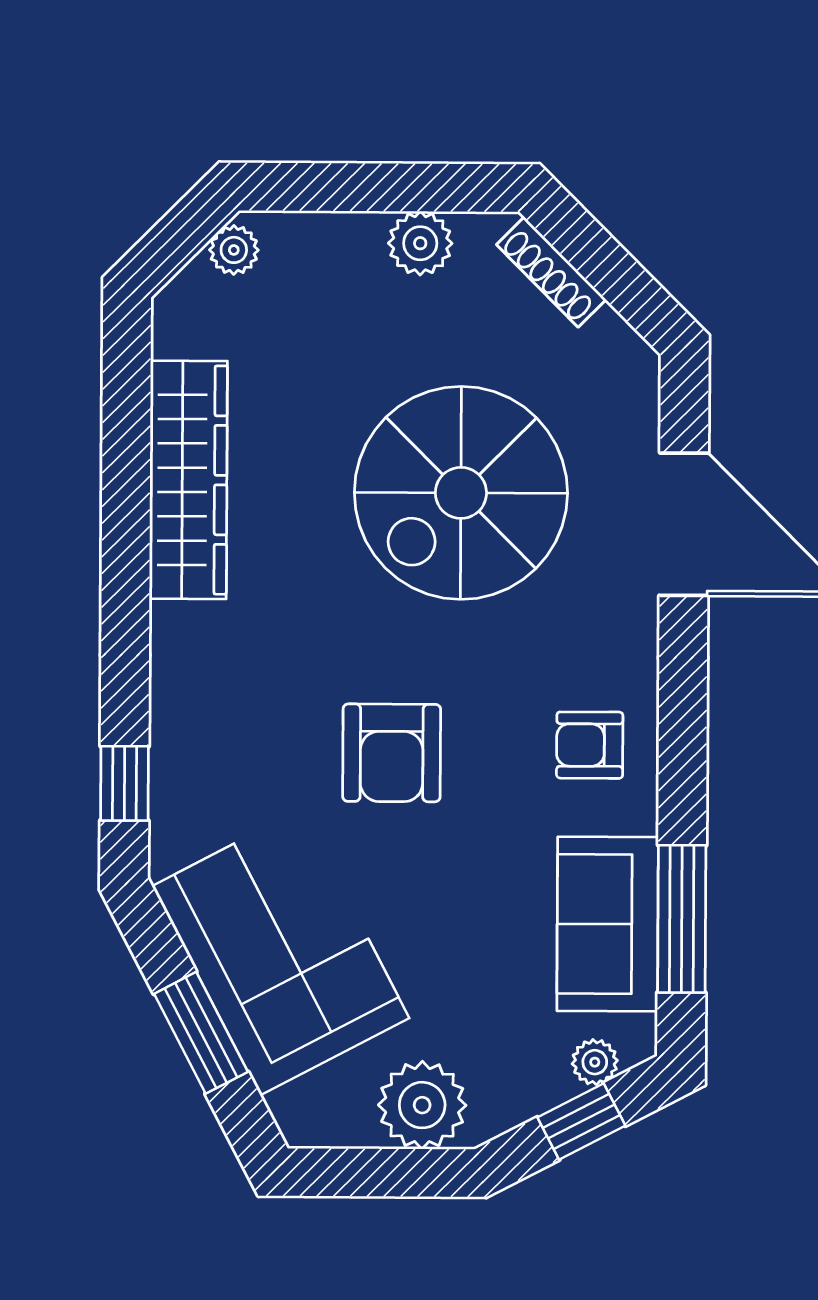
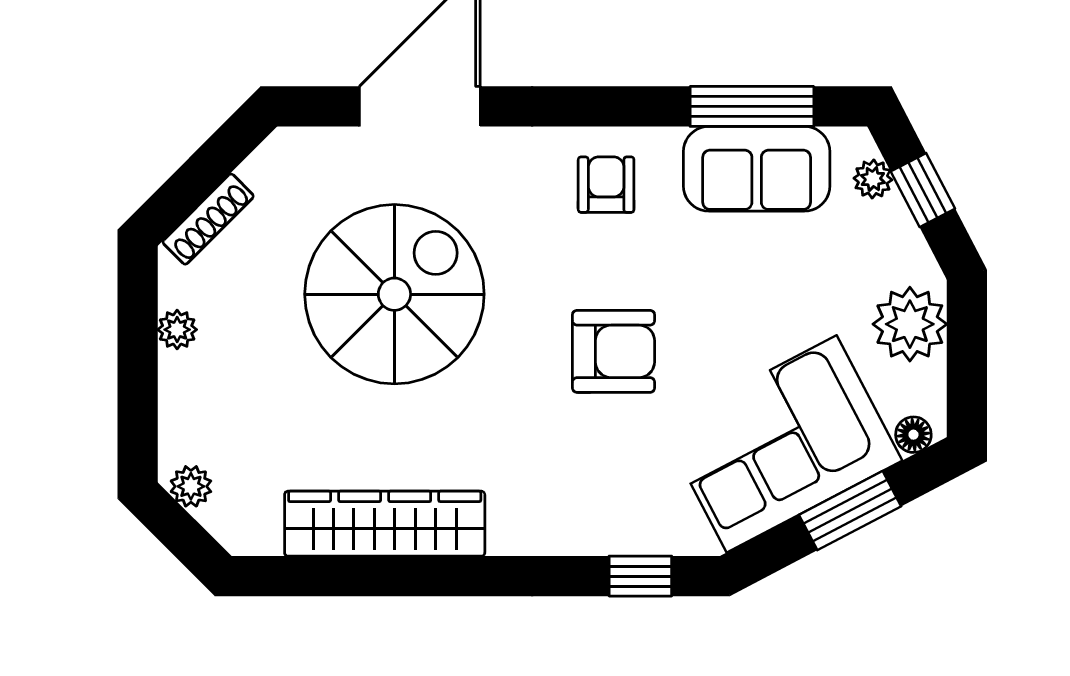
plant: (420, 243) -> (177, 330), width x0.73, depth x0.73
spiral stairs: (461, 493) -> (394, 294), turned -90
armchair: (590, 745) -> (606, 185), turned 180
floor lamp: (291, 1109) -> (913, 435), added

